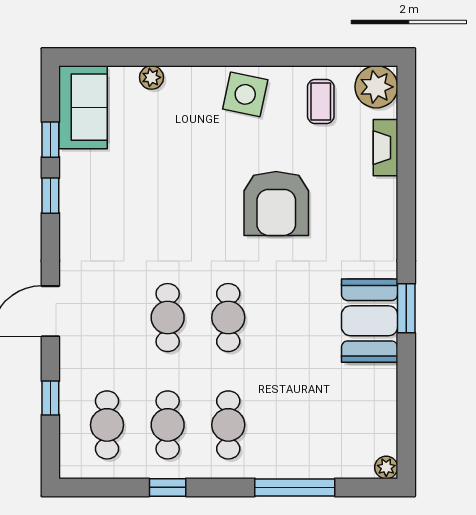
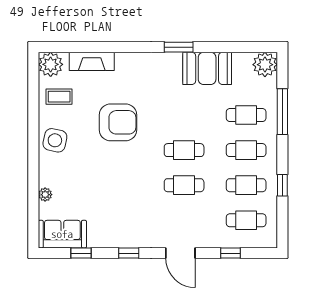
fireplace: (385, 148) -> (92, 61), width x1.37, depth x1.32
window: (50, 196) -> (129, 253), moved
booth: (370, 321) -> (207, 68), moved
cafe table: (289, 425) -> (246, 115), added
plant: (386, 467) -> (265, 65), width x1.87, depth x1.87

